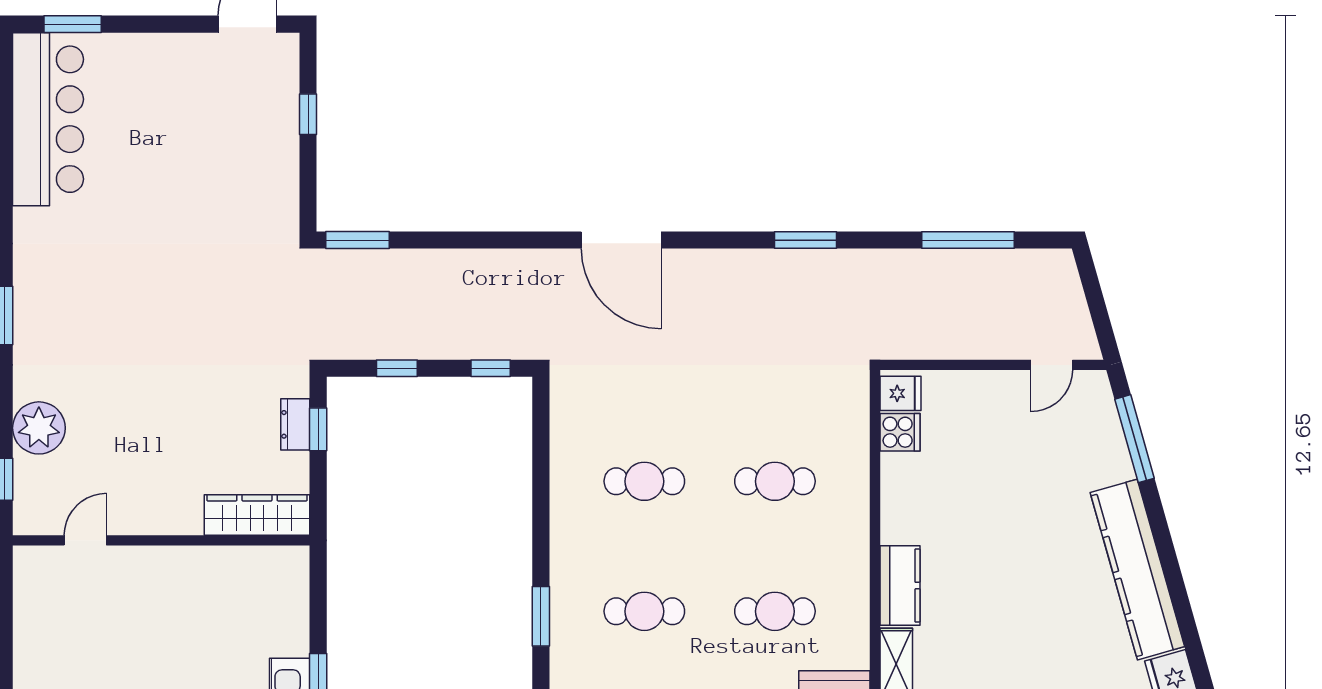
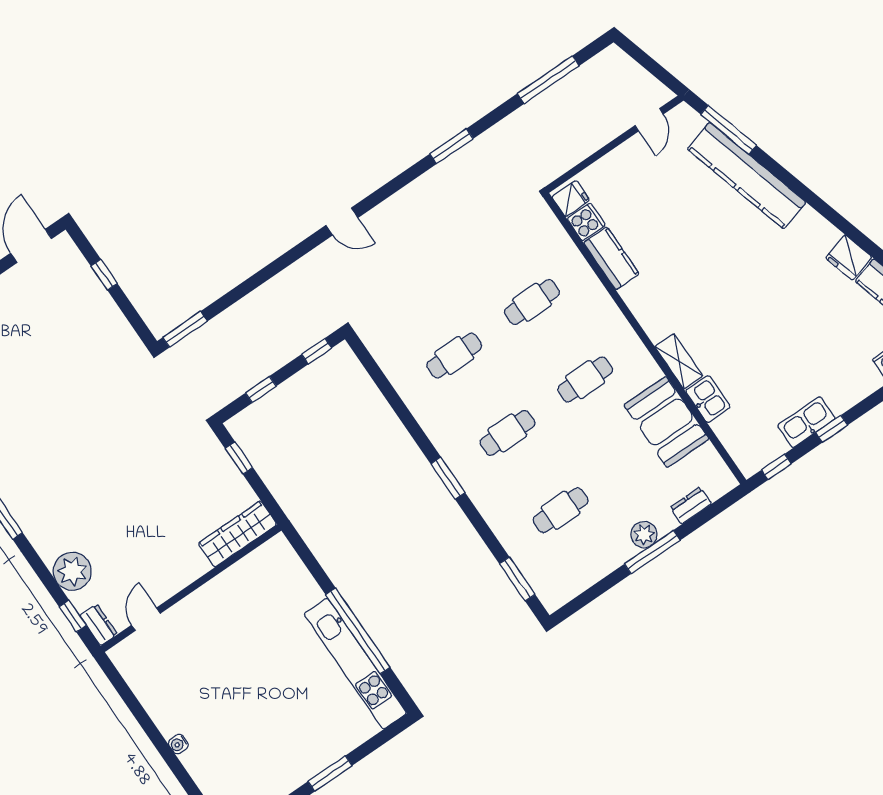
door: (621, 240) -> (342, 221), width x0.53
dresser: (295, 424) -> (99, 625), moved, turned 180
kitchen counter: (1137, 570) -> (747, 176), moved
kitchen counter: (900, 586) -> (611, 258), moved

